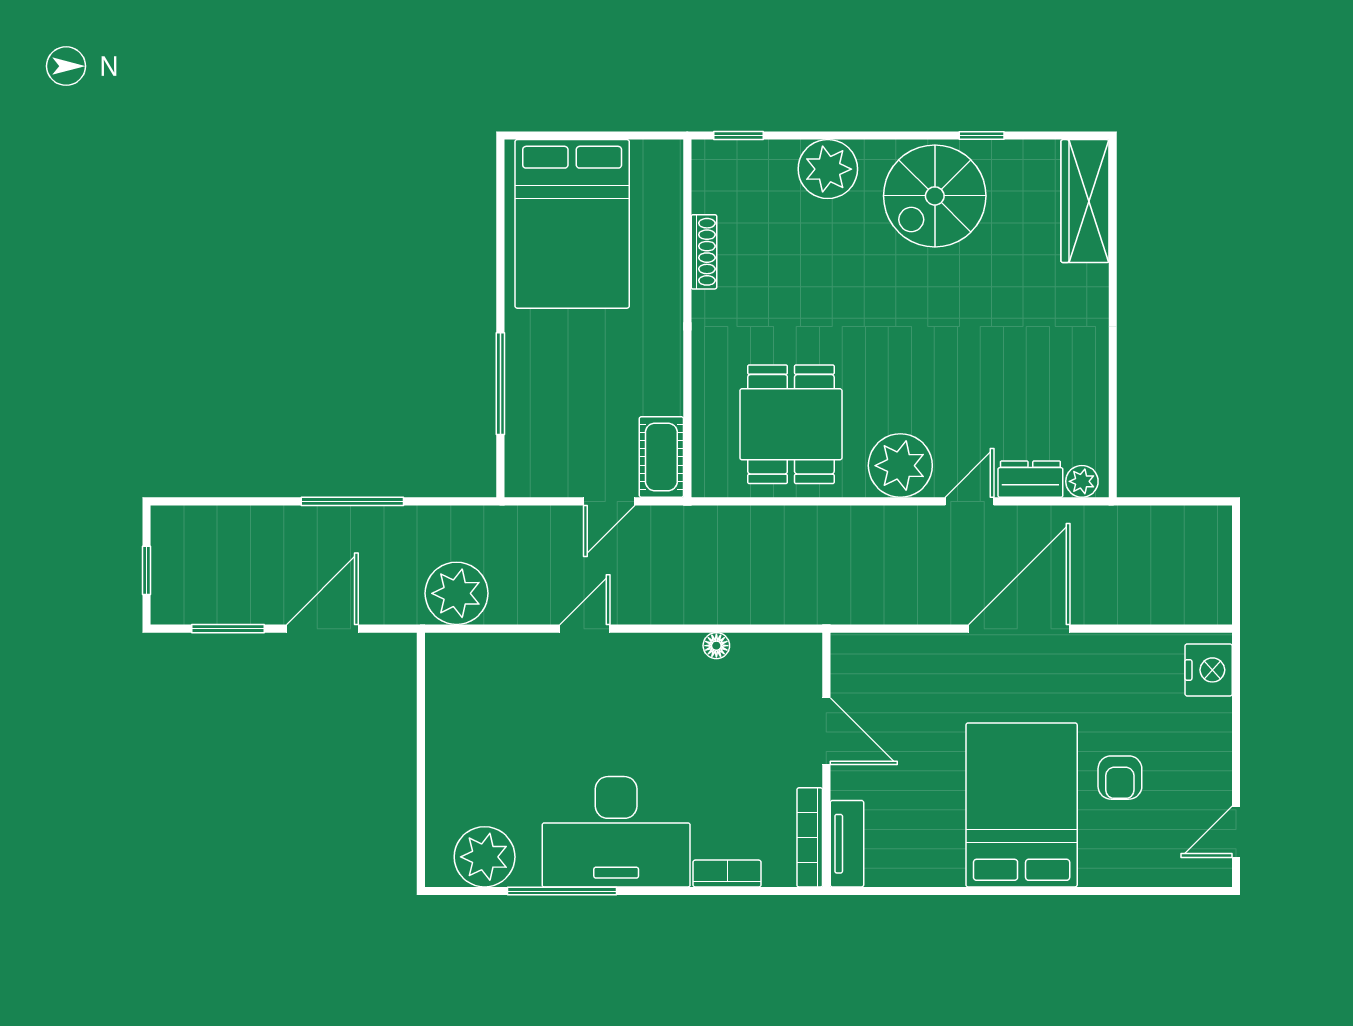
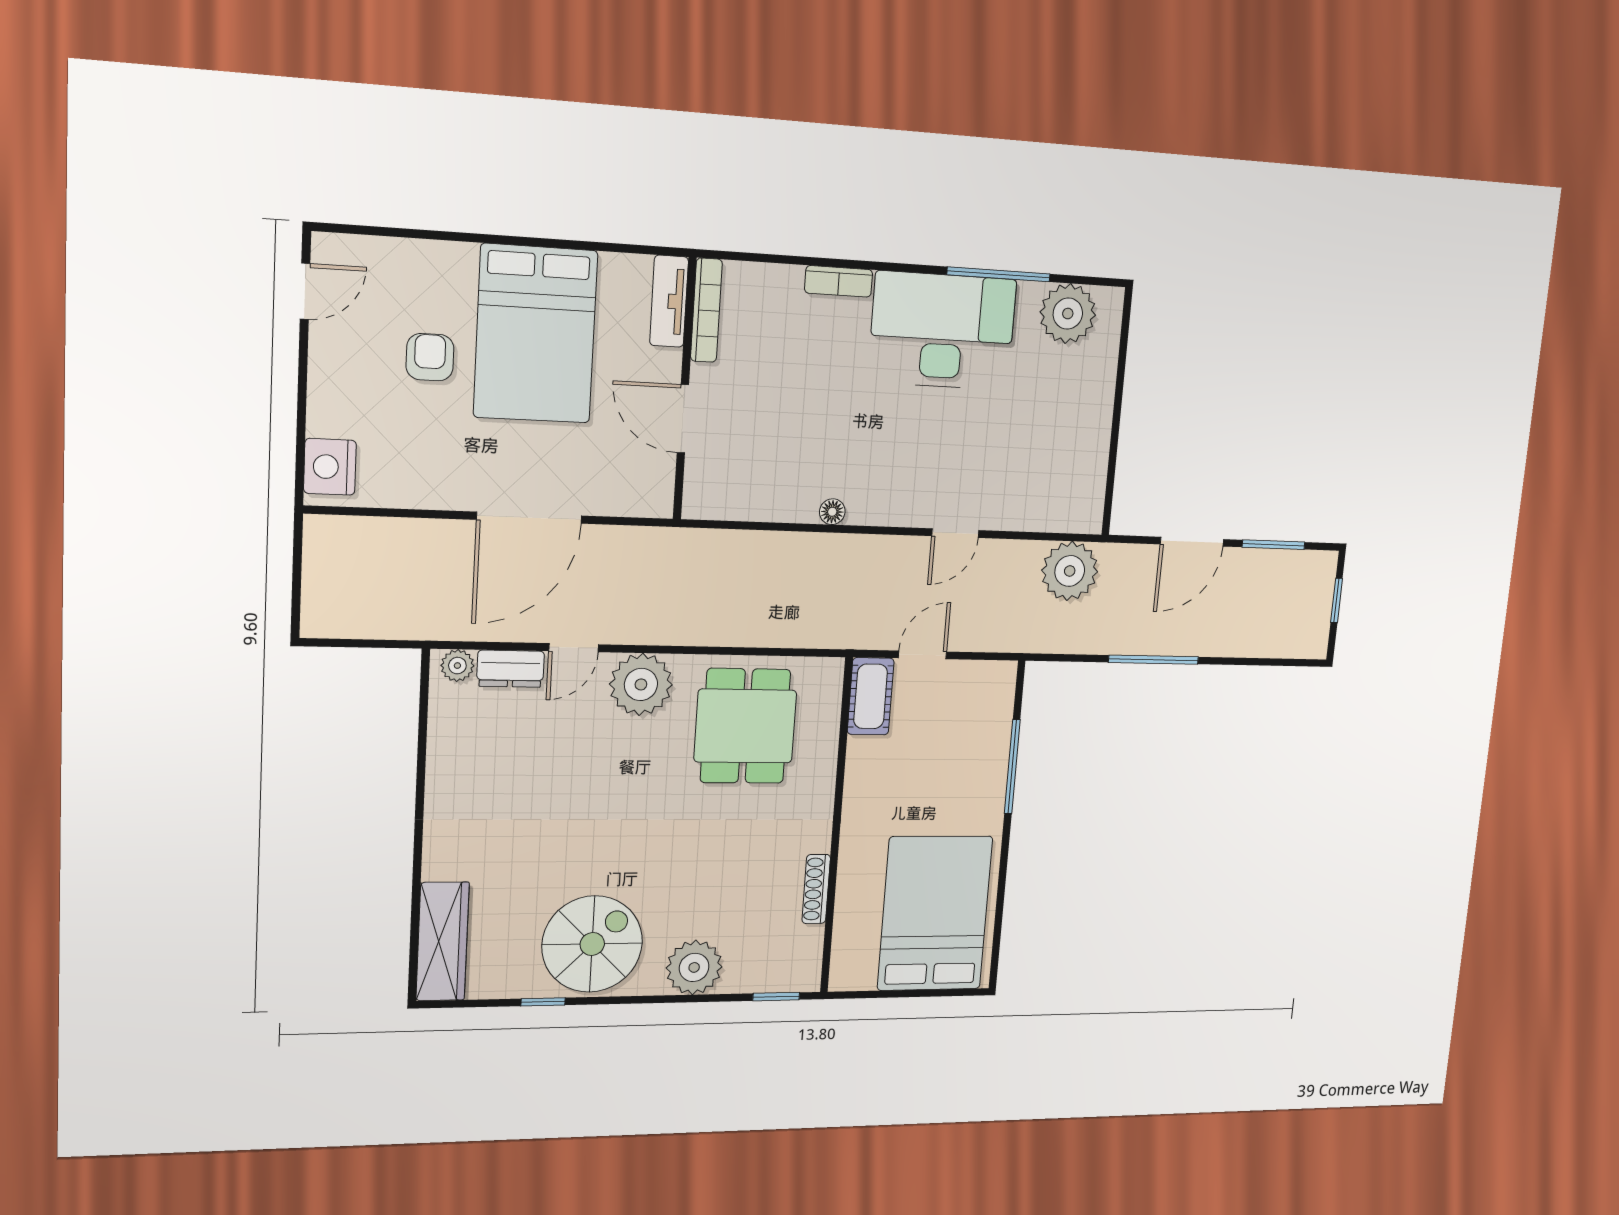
door: (826, 731) -> (683, 419), moved
wall: (826, 760) -> (685, 390), moved
bookcase: (810, 837) -> (706, 310), moved
tv unit: (847, 844) -> (669, 301), moved

